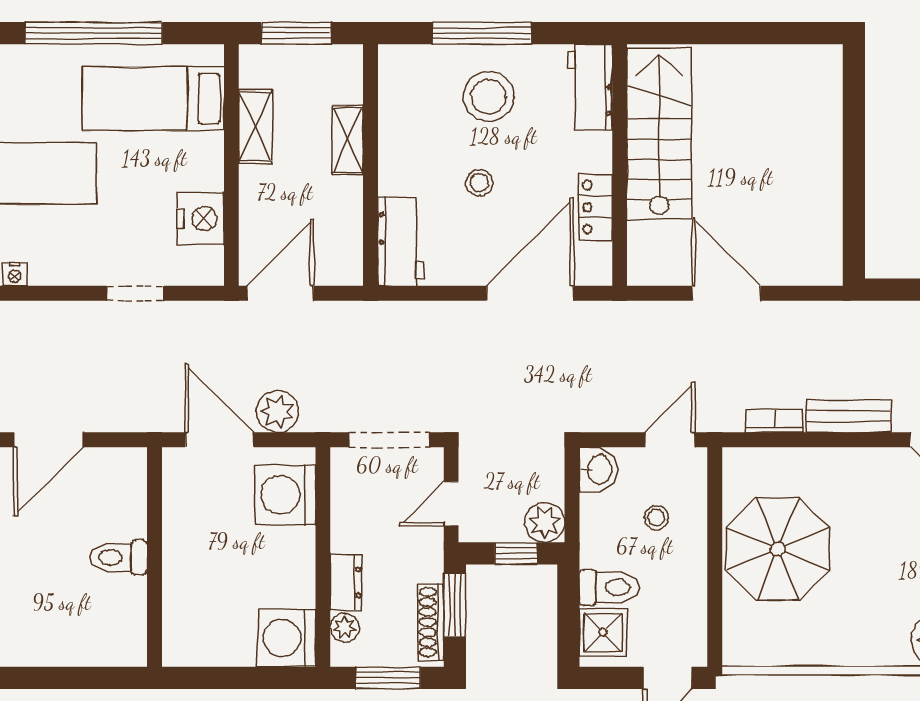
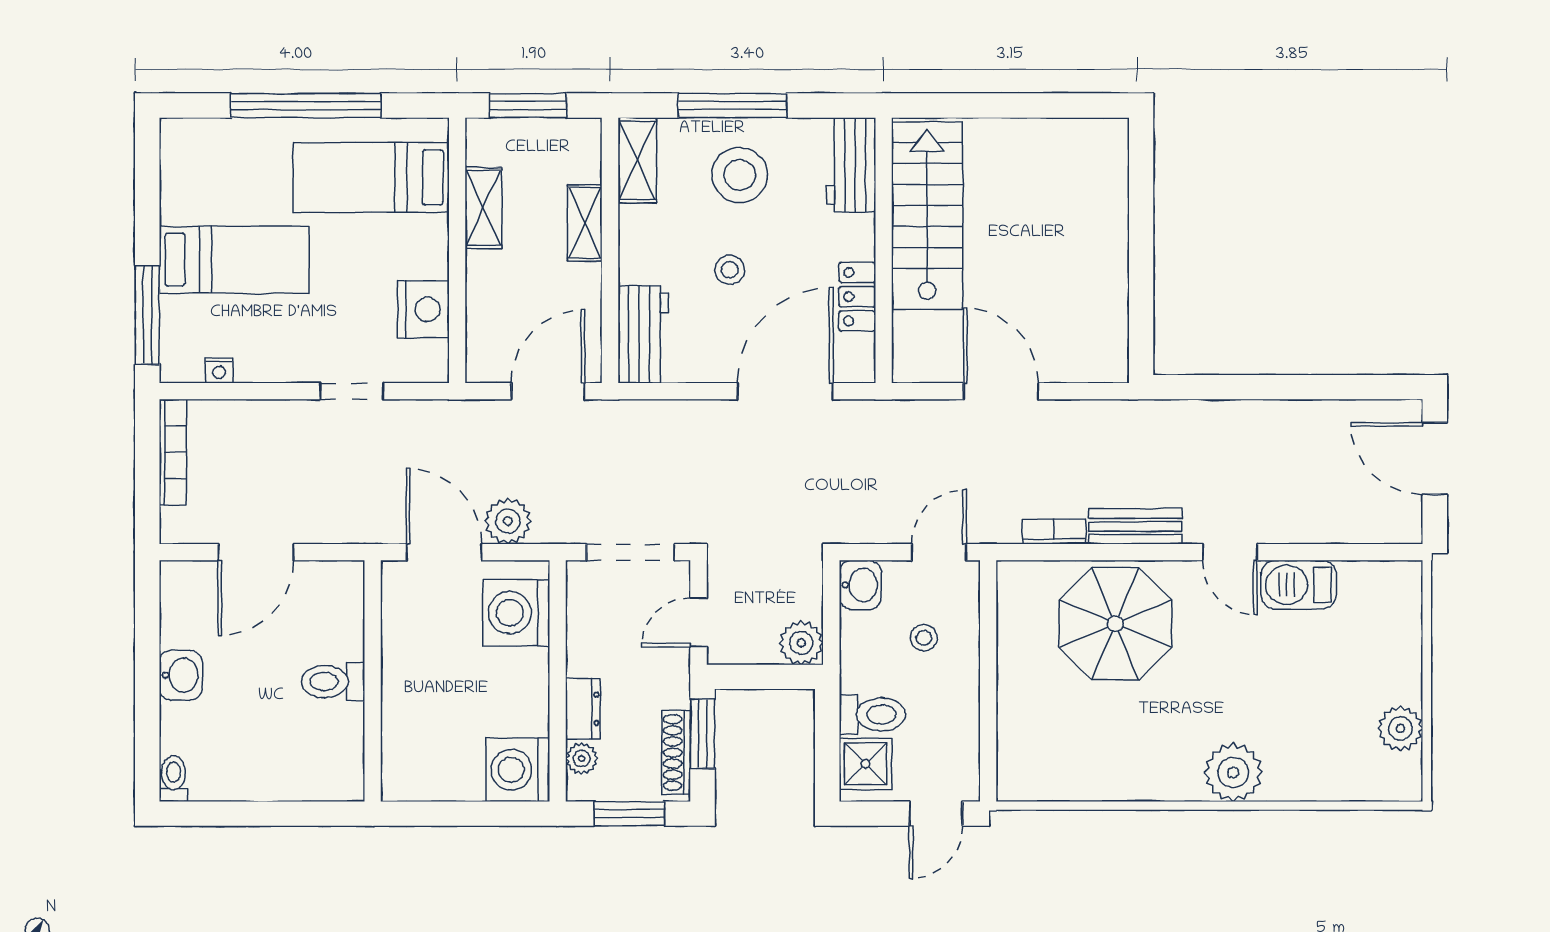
shelving: (395, 83) -> (637, 160), added
door: (280, 293) -> (548, 391), moved
parasol: (778, 549) -> (1115, 624), moved
window: (516, 553) -> (770, 677), removed

